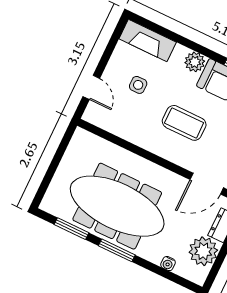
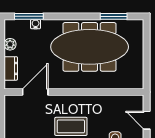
window: (117, 250) -> (29, 16), moved
plant: (203, 251) -> (10, 44), width x0.53, depth x0.53

